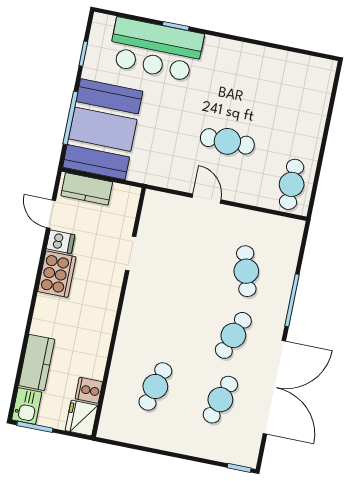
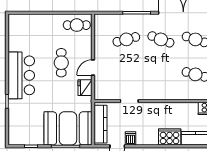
bar counter: (156, 49) -> (21, 75), moved
fridge: (172, 176) -> (85, 88), added
kitchen counter: (87, 189) -> (100, 124), width x1.50
cooker: (57, 274) -> (170, 137), moved

